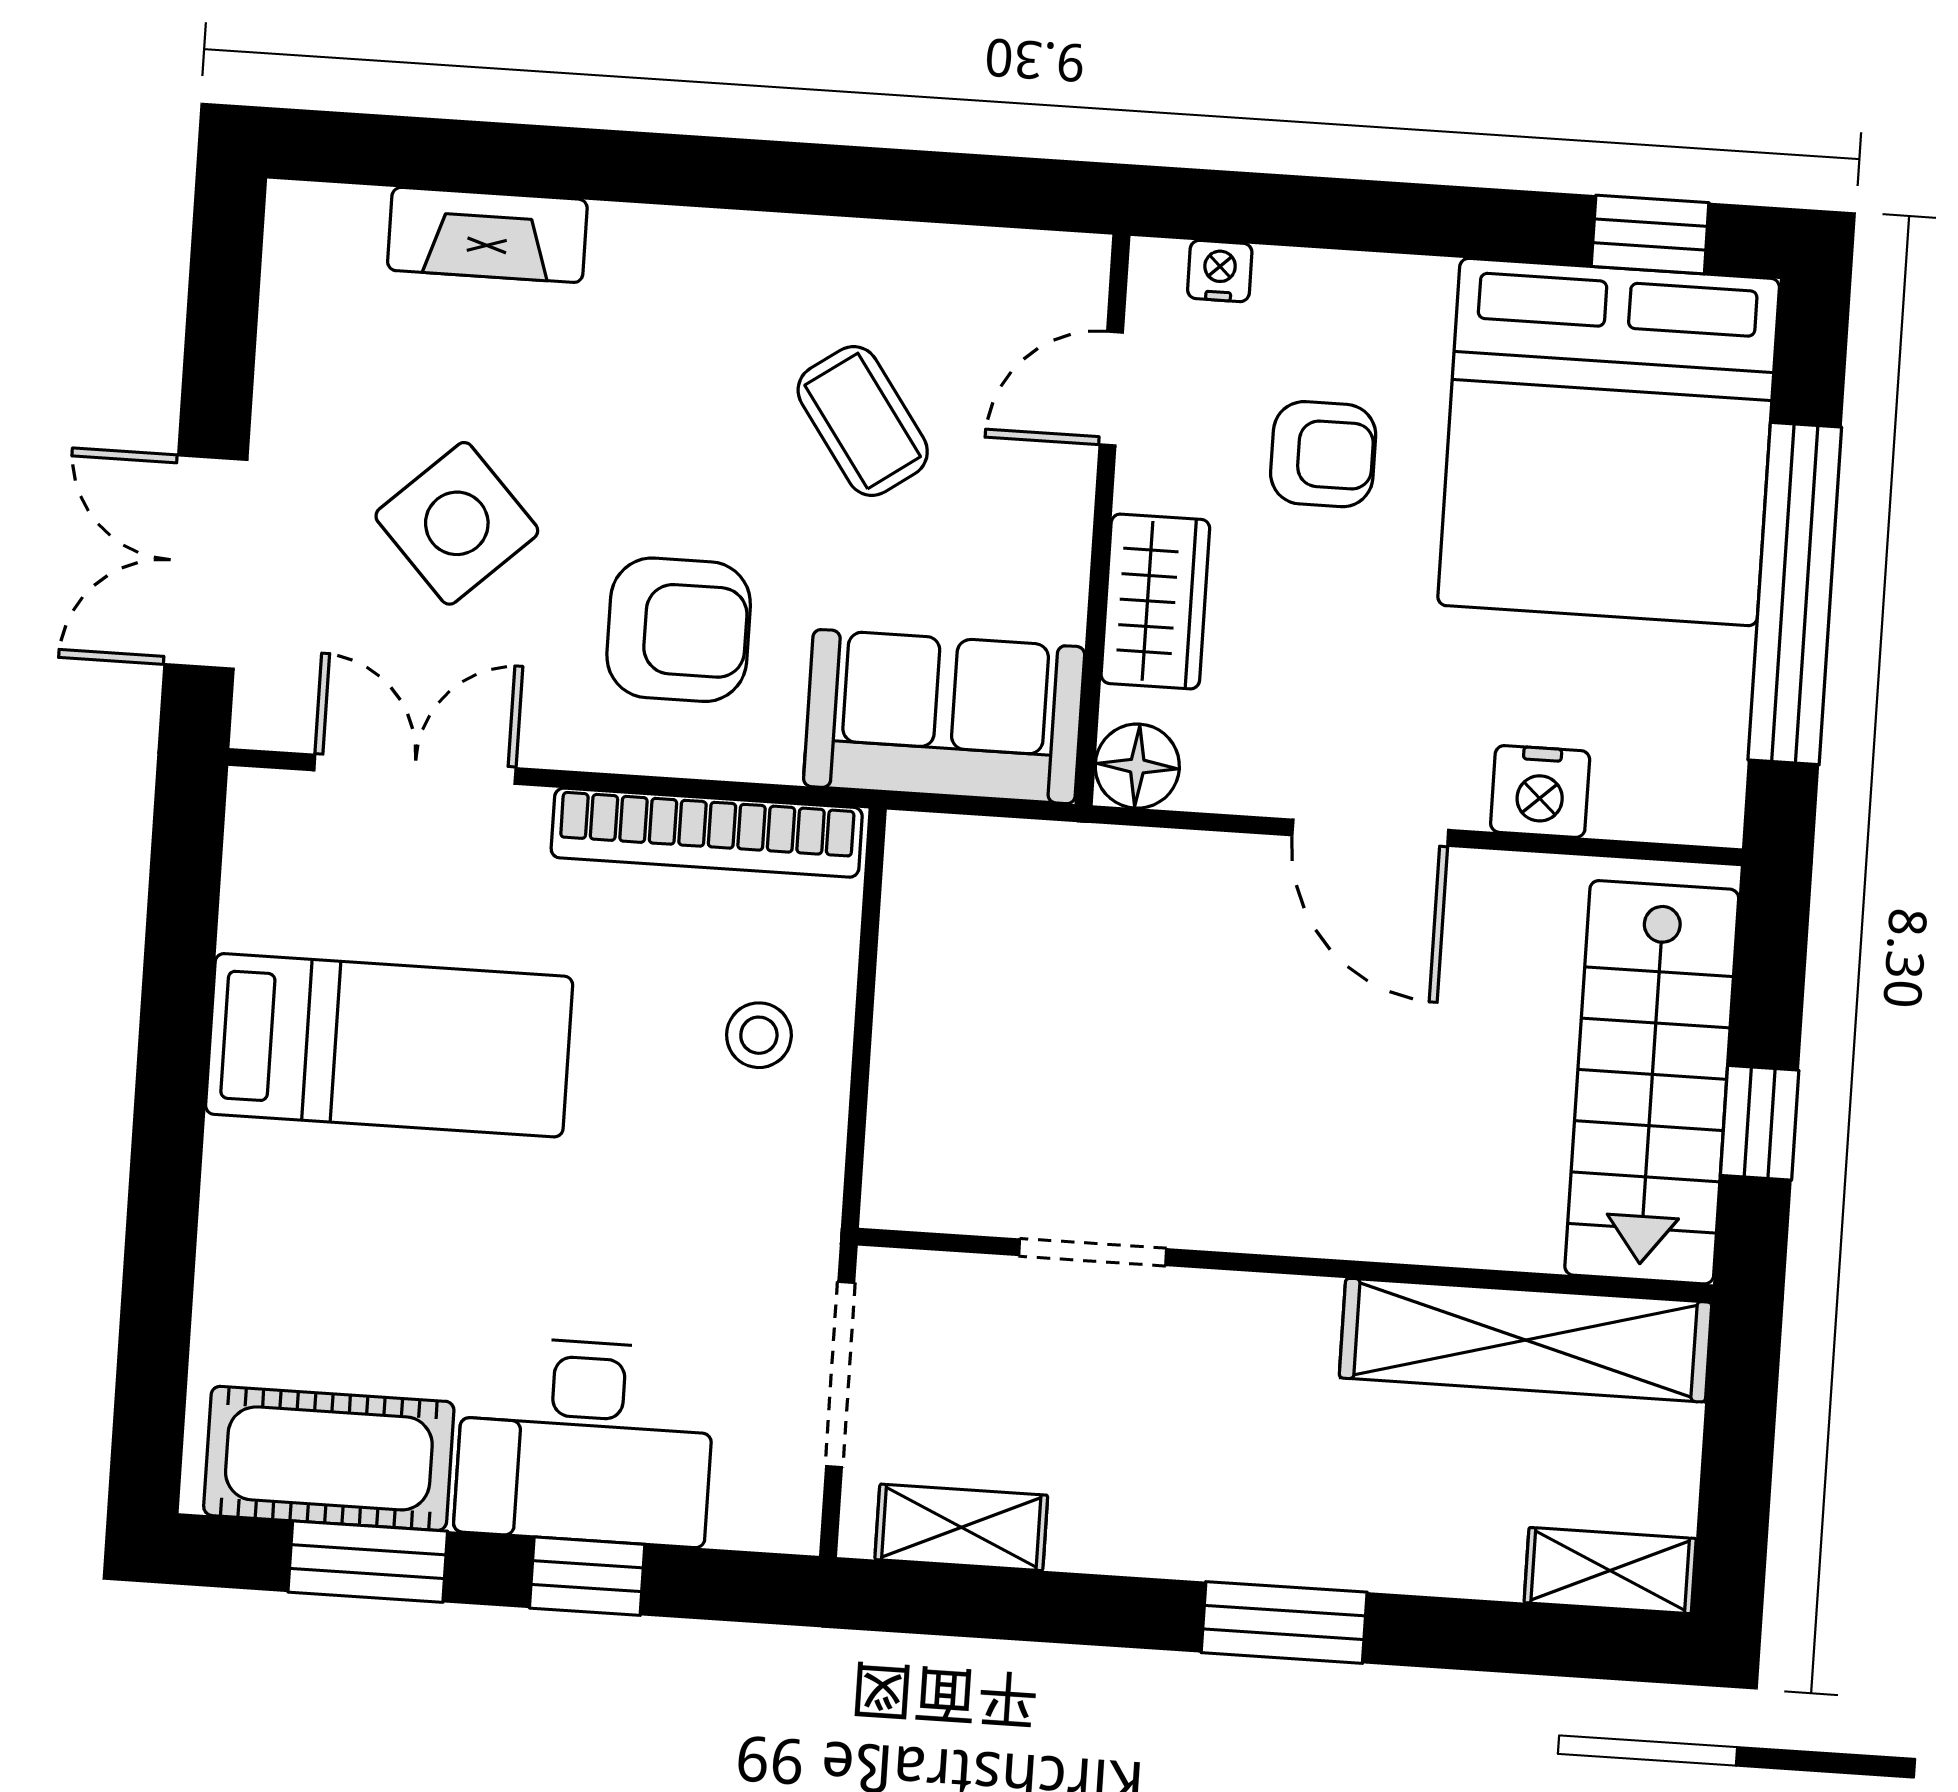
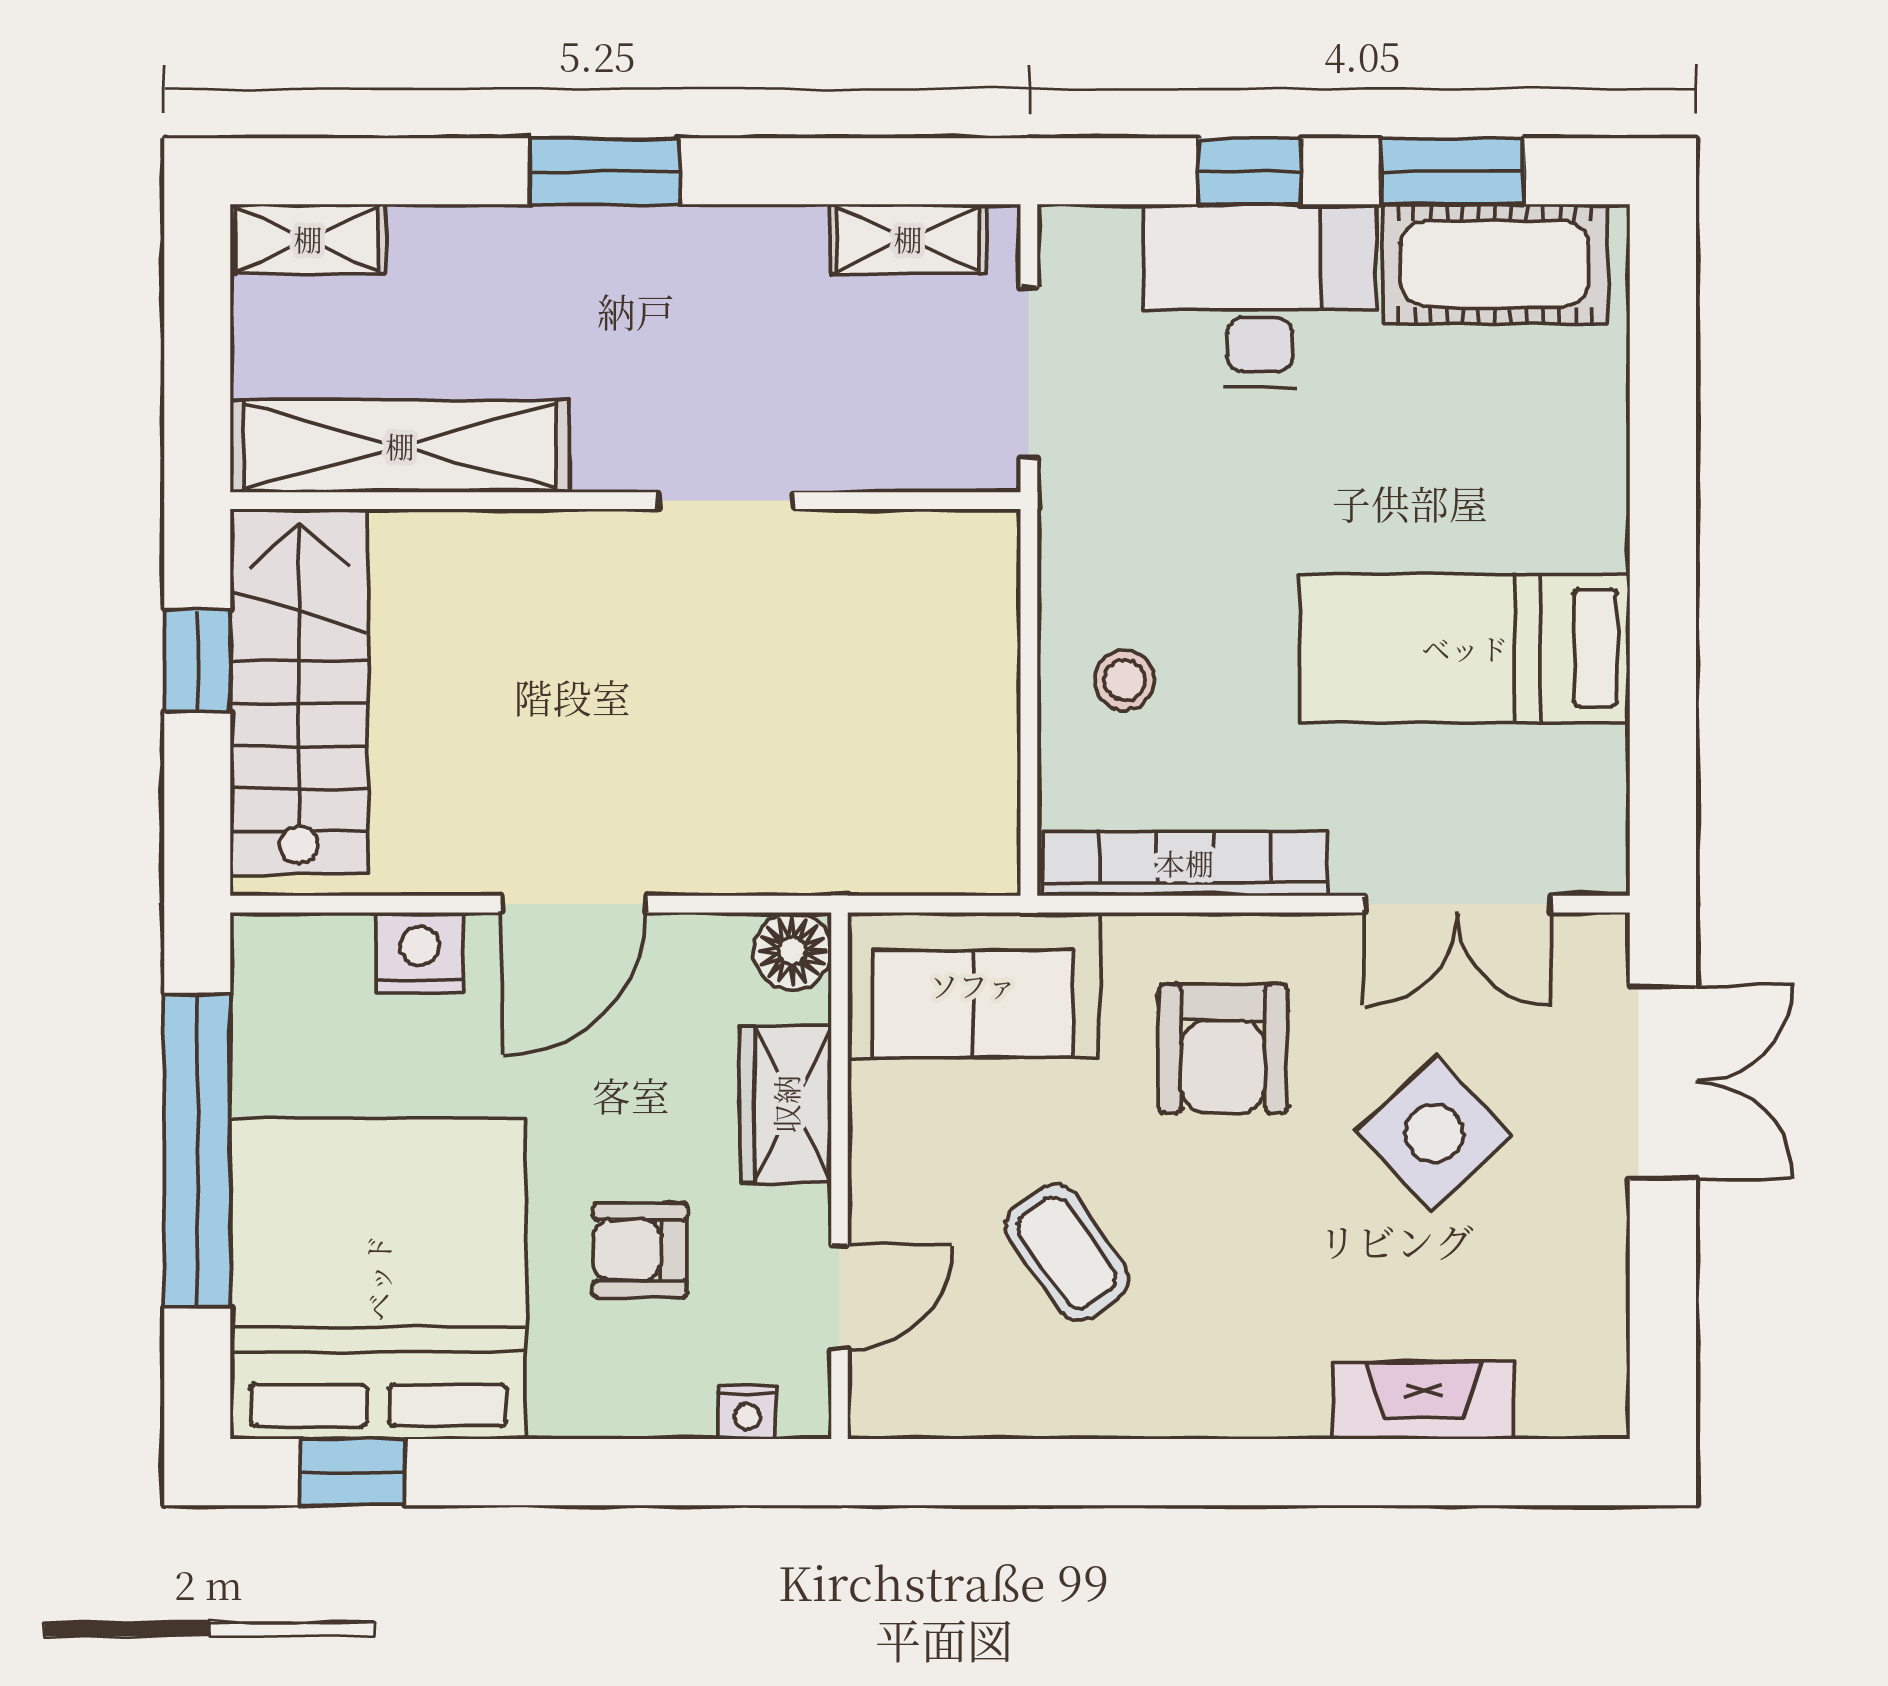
armchair: (679, 630) -> (1223, 1049), turned -90
door: (1370, 833) -> (574, 904), swing flipped
doorway: (1093, 1252) -> (726, 501), moved

